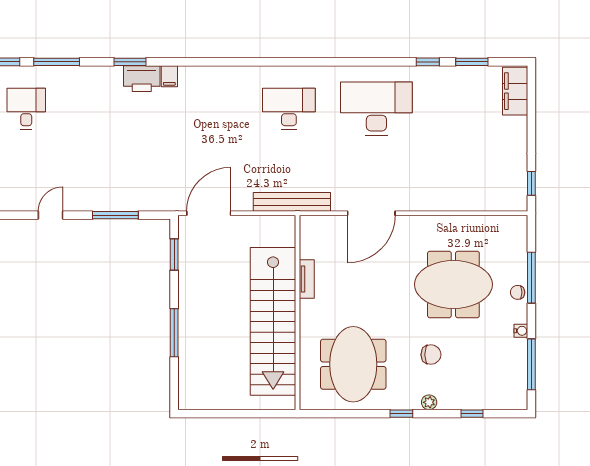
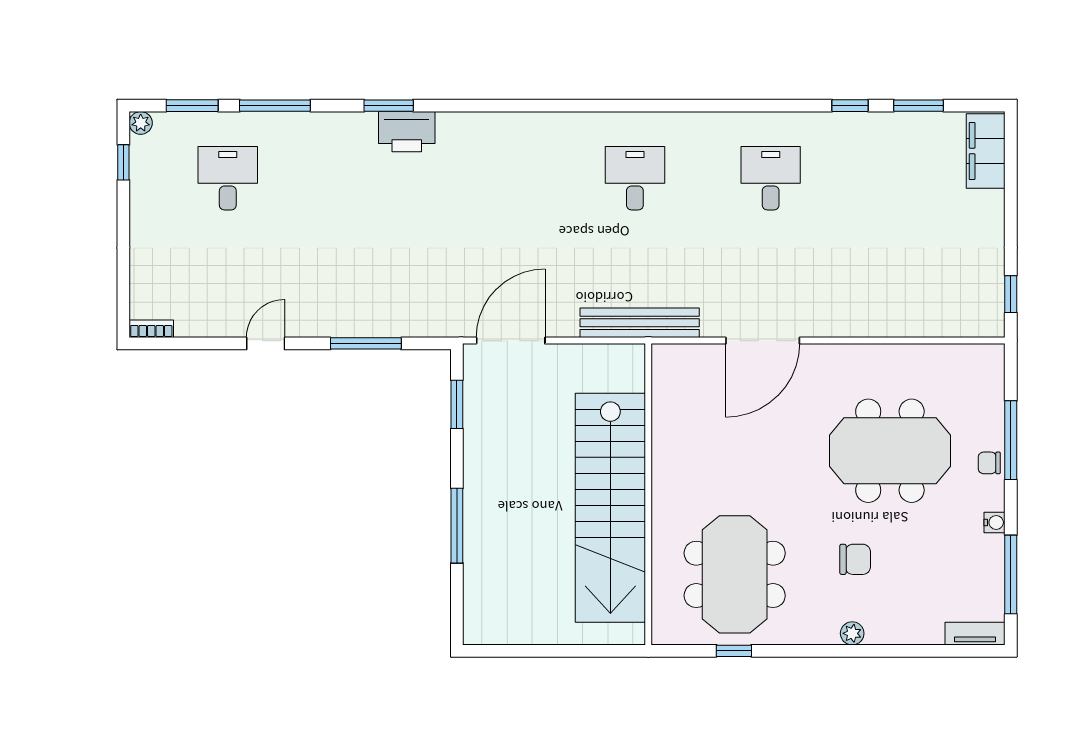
filing cabinet: (169, 76) -> (450, 128), removed
desk: (289, 109) -> (635, 178), width x0.73
desk: (376, 109) -> (771, 178), width x0.53, depth x0.77
tv unit: (307, 279) -> (975, 634), moved, turned -90
window: (401, 414) -> (734, 651), moved
window: (472, 414) -> (919, 651), removed

